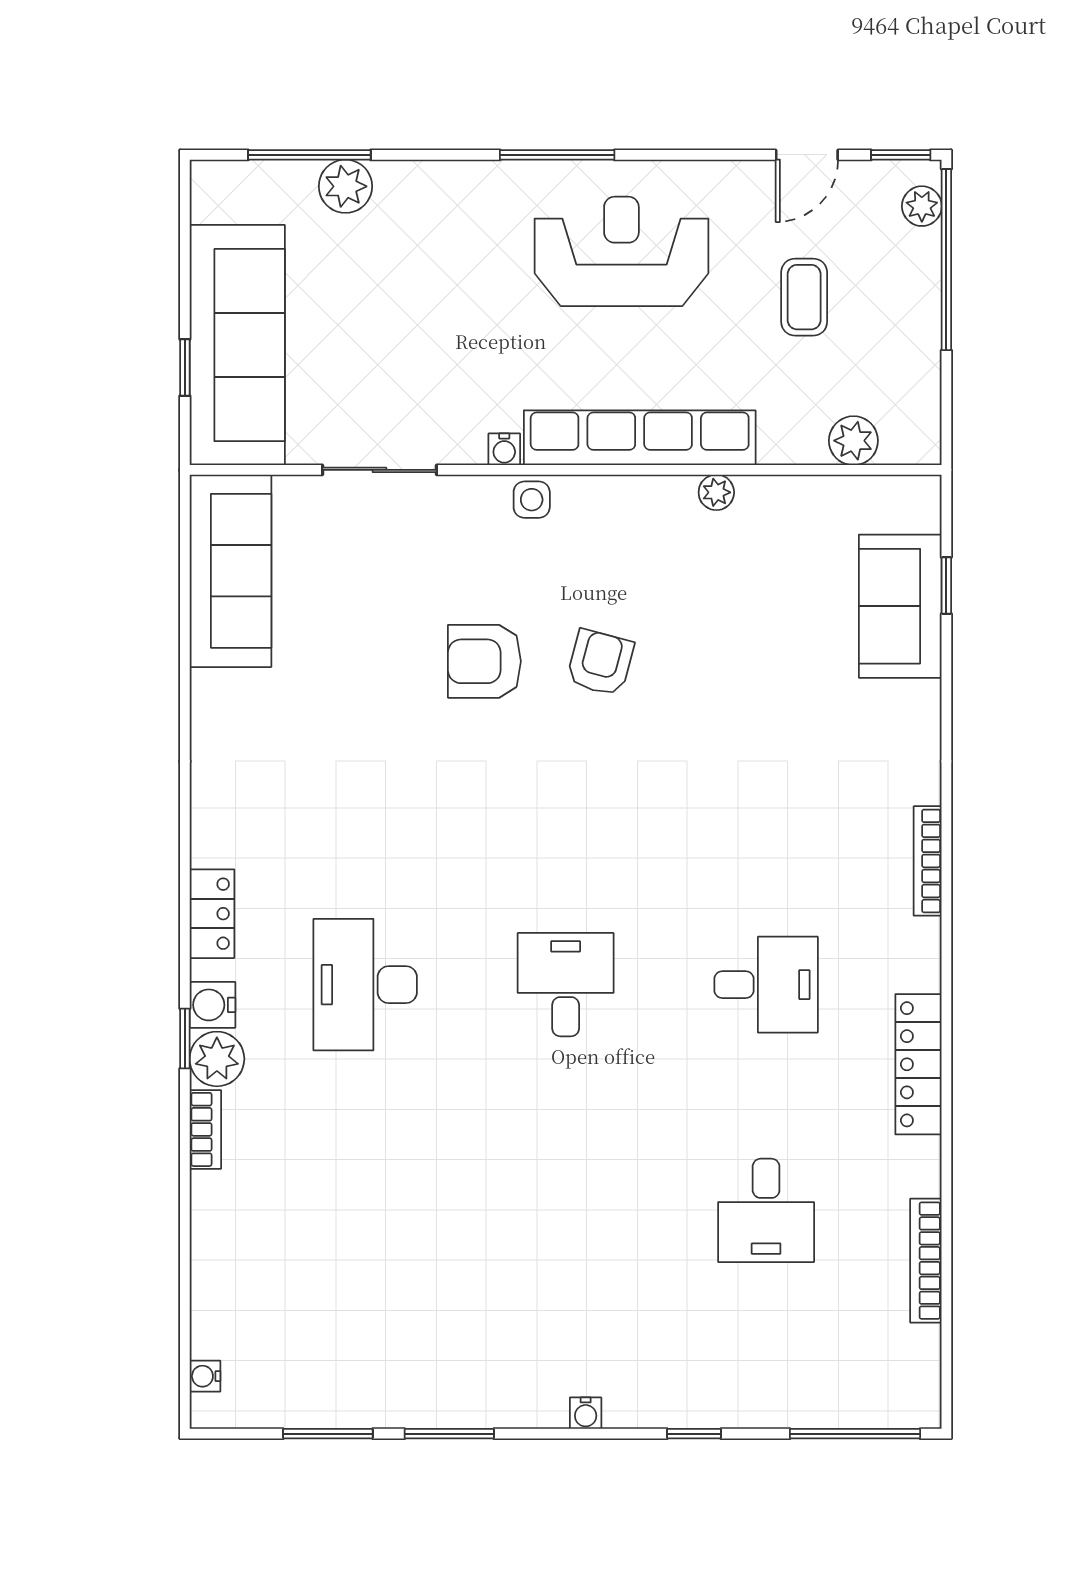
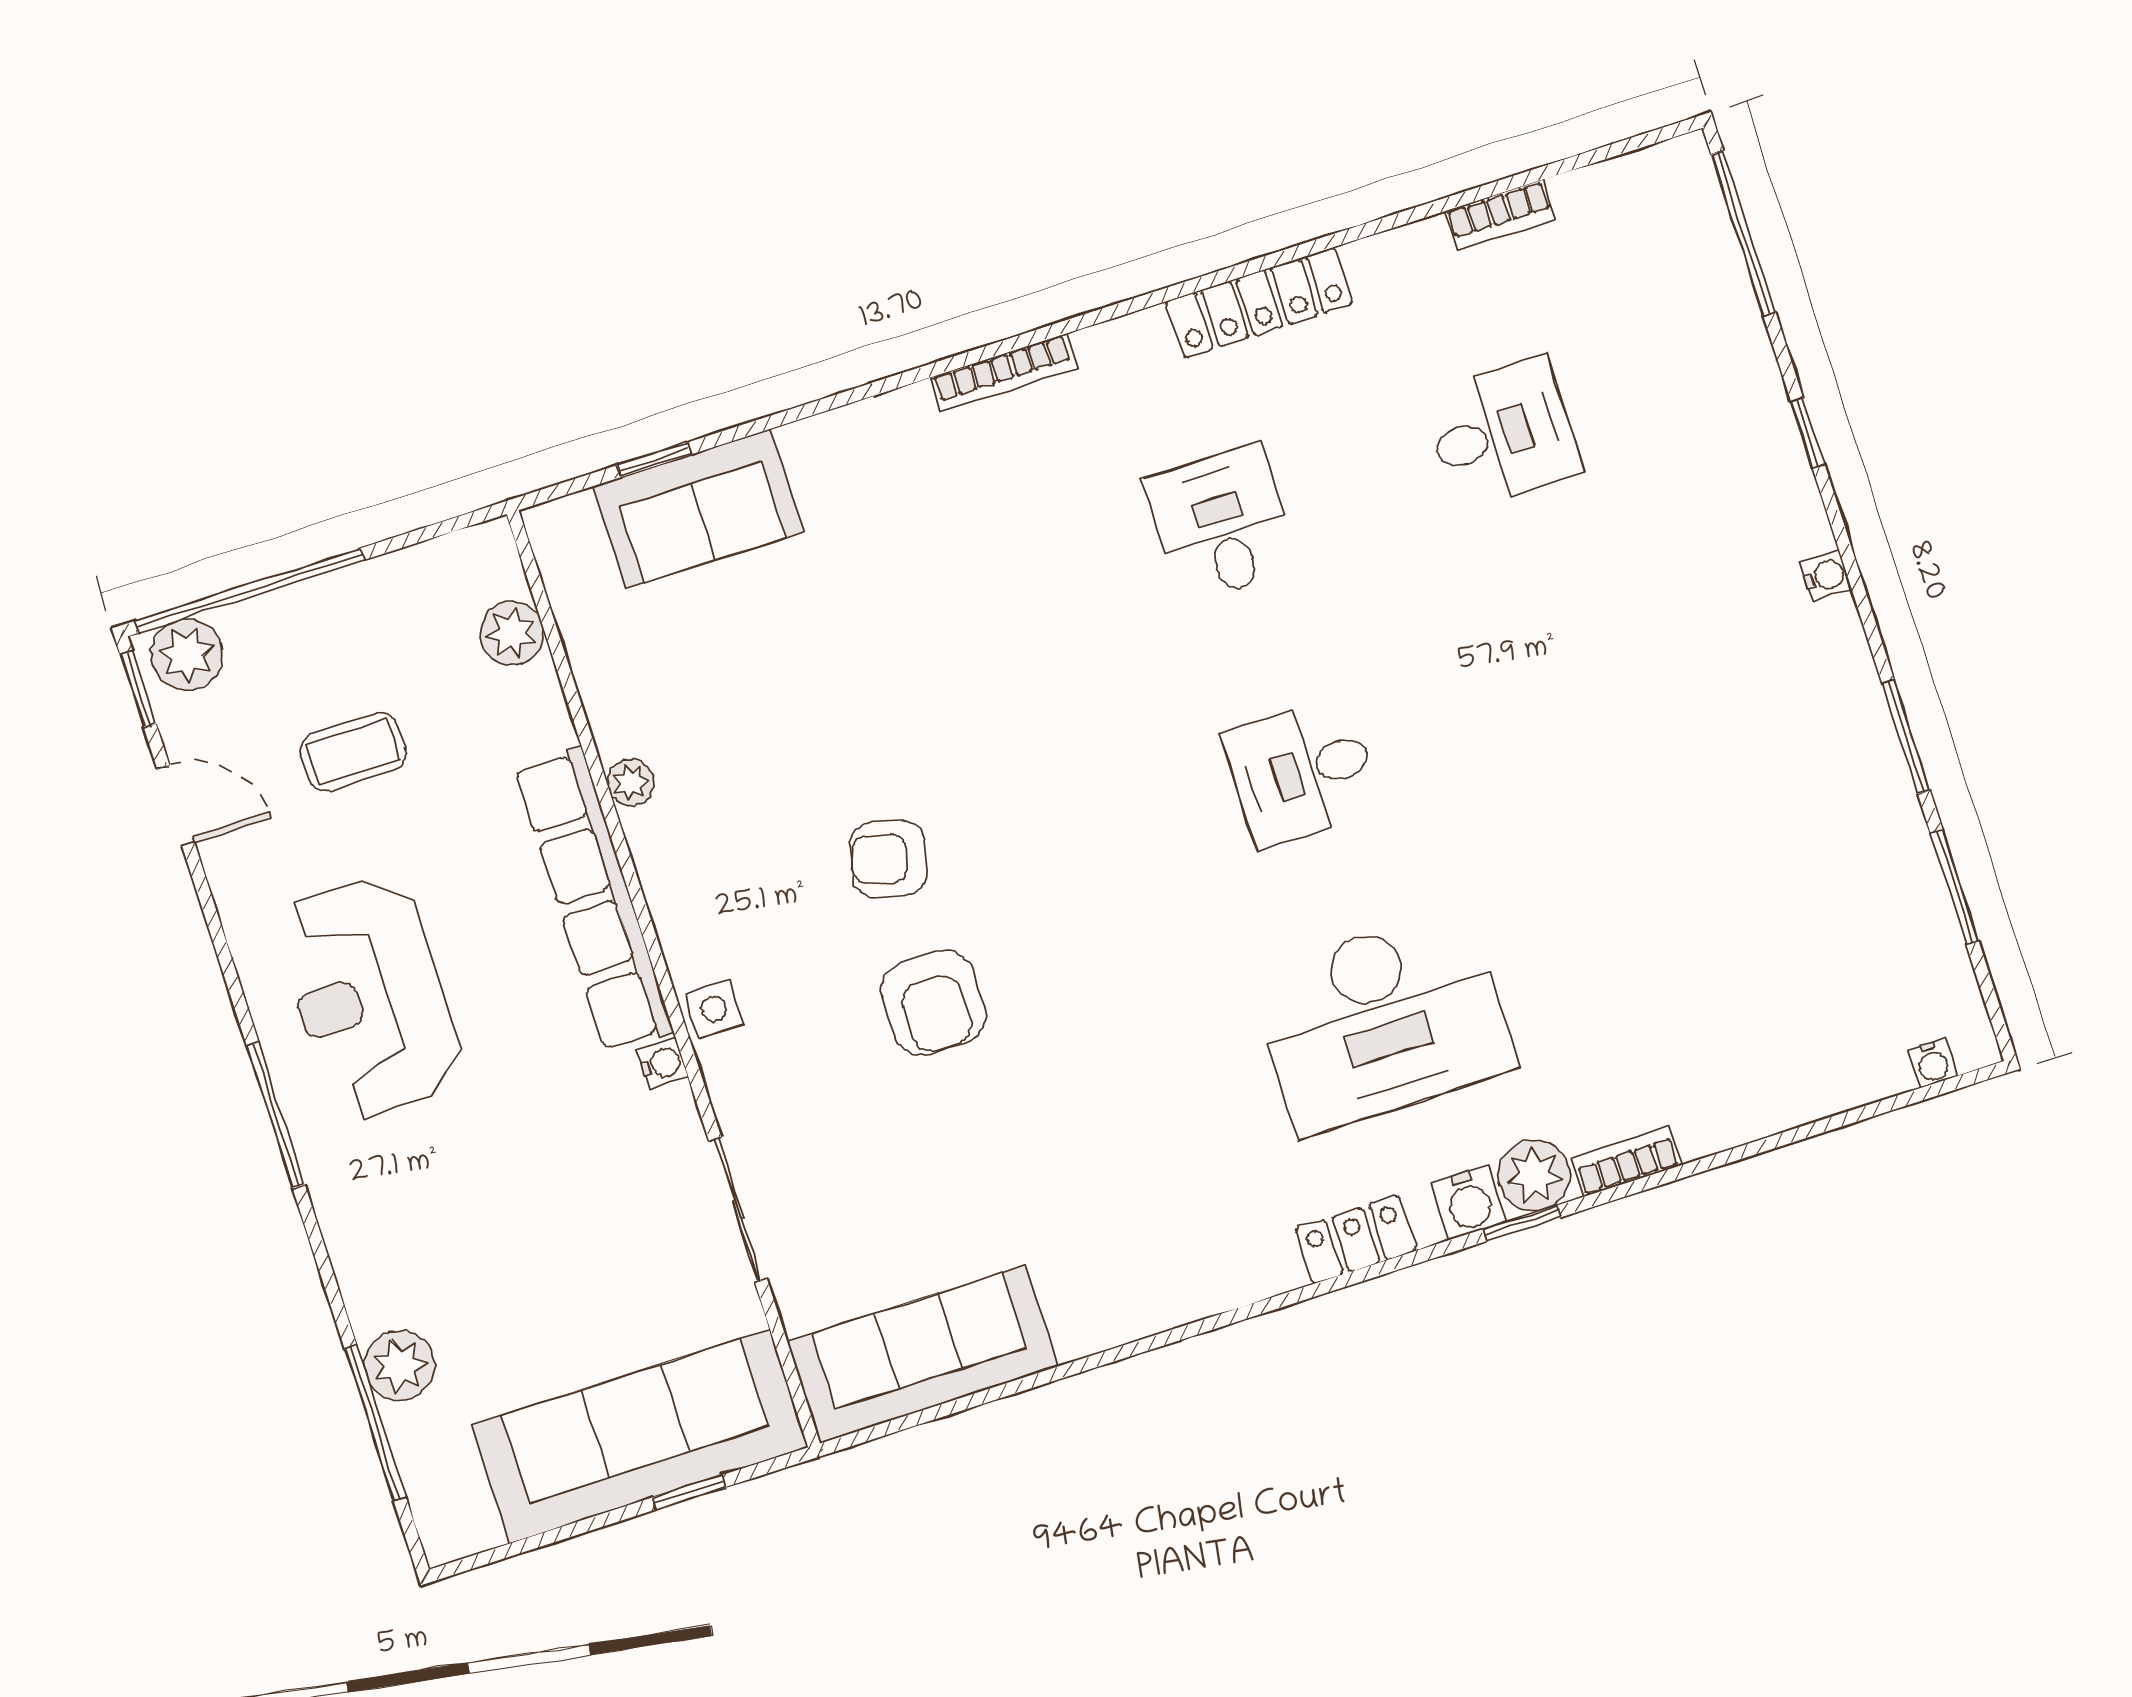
plant: (922, 206) -> (187, 655), width x1.38, depth x1.38
desk: (365, 985) -> (1382, 1021), width x1.36, depth x1.30
bookcase: (926, 1261) -> (1500, 215), width x0.64

